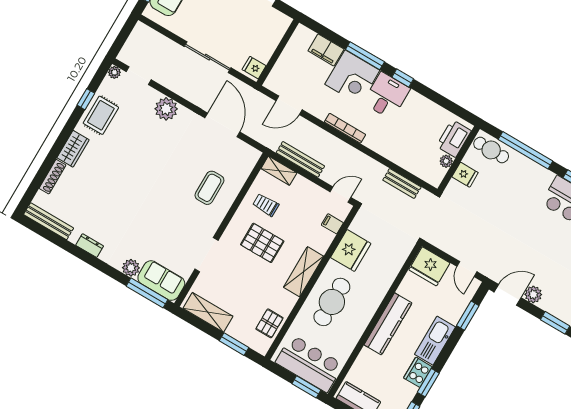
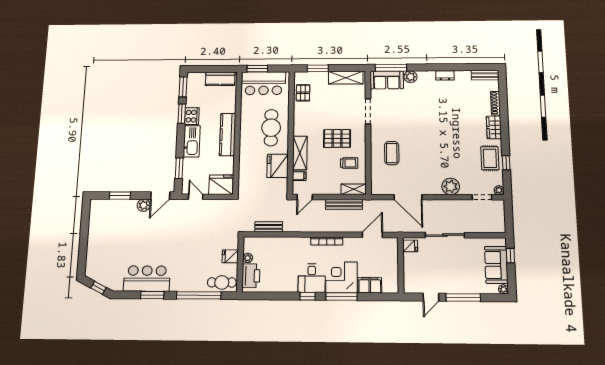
bench: (49, 221) -> (485, 75), width x0.73
shelving: (304, 272) -> (300, 153), moved

